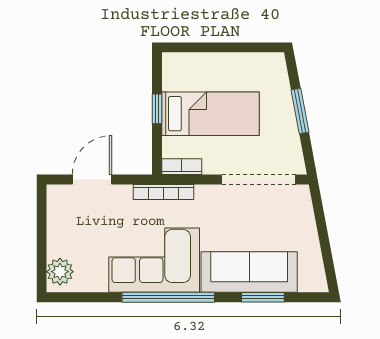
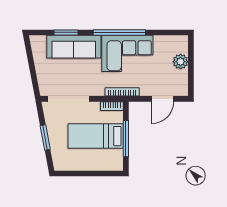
window: (157, 109) -> (126, 139), width x2.17
plant: (60, 272) -> (181, 62), moved

